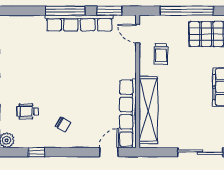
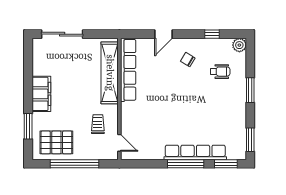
window: (109, 11) -> (226, 164), moved
row of seats: (79, 23) -> (195, 152), moved
door: (109, 152) -> (164, 34), moved

